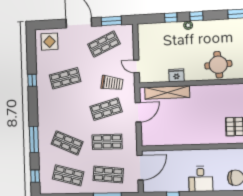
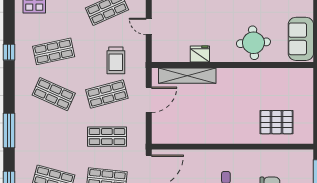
door: (136, 66) -> (149, 27), moved
trolley: (112, 83) -> (116, 60), turned 80
shop shelf: (67, 143) -> (54, 94), moved

